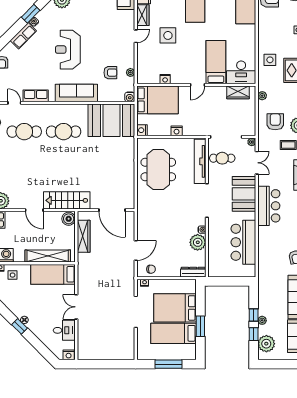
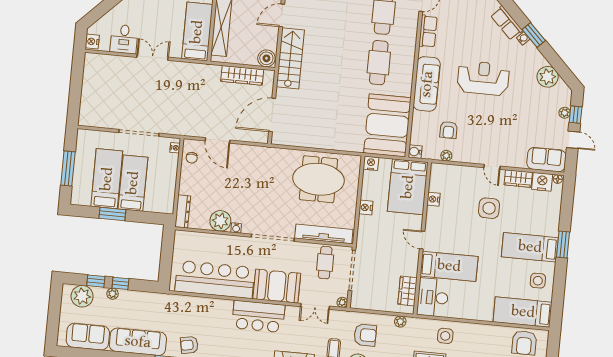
bar counter: (243, 242) -> (215, 279), width x1.36
bed: (175, 308) -> (133, 183), width x0.67

